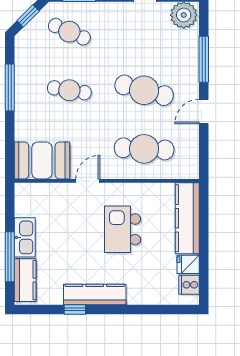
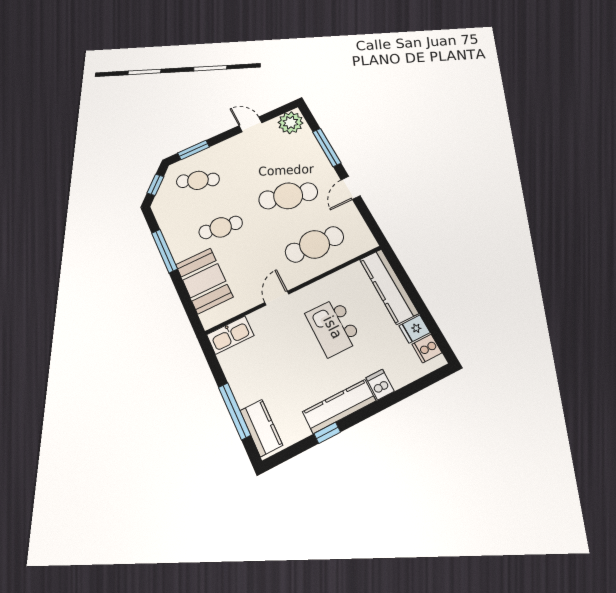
booth: (42, 160) -> (204, 281), moved, turned 90
kitchen sink: (25, 237) -> (230, 335), moved, turned 90
dishwasher: (136, 294) -> (380, 385), added

